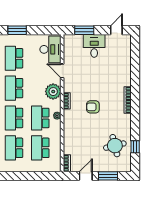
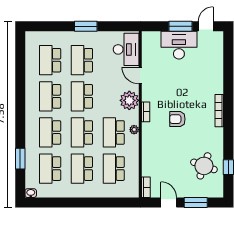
window: (84, 30) -> (180, 26), moved
desk: (94, 46) -> (179, 45), width x1.37
round table: (115, 146) -> (204, 166), turned 34
door: (86, 176) -> (169, 203), hinge flipped

